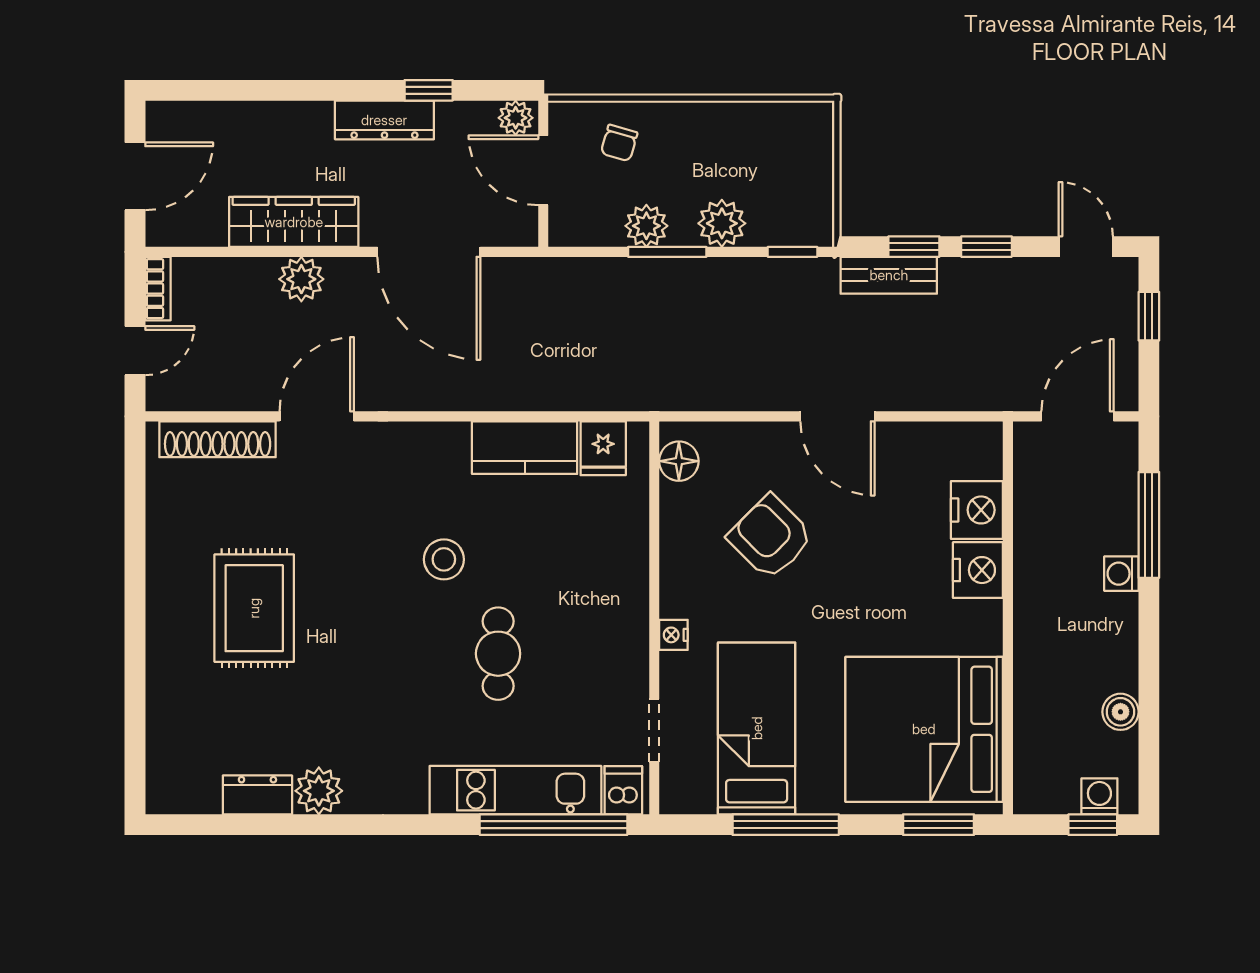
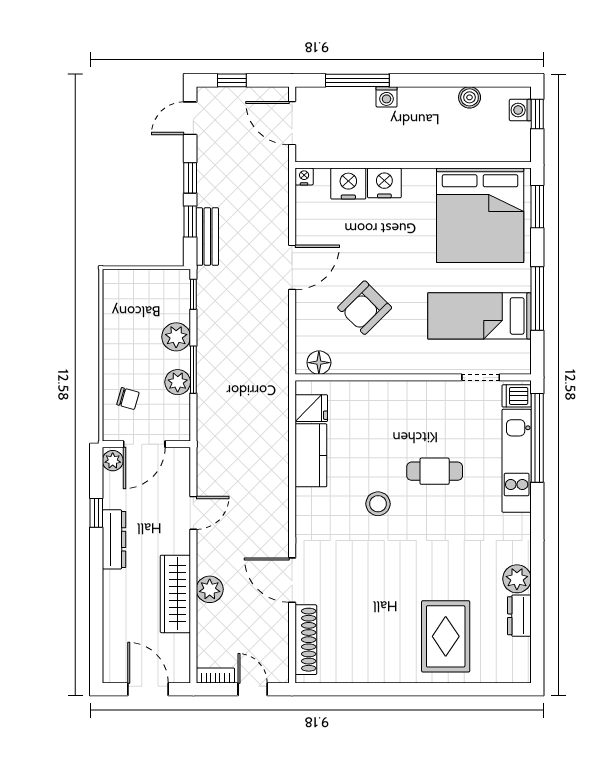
door: (429, 252) -> (193, 513), width x0.53
rug: (254, 608) -> (446, 636), moved, turned 90
nightstand: (673, 635) -> (304, 177), moved, turned 180

